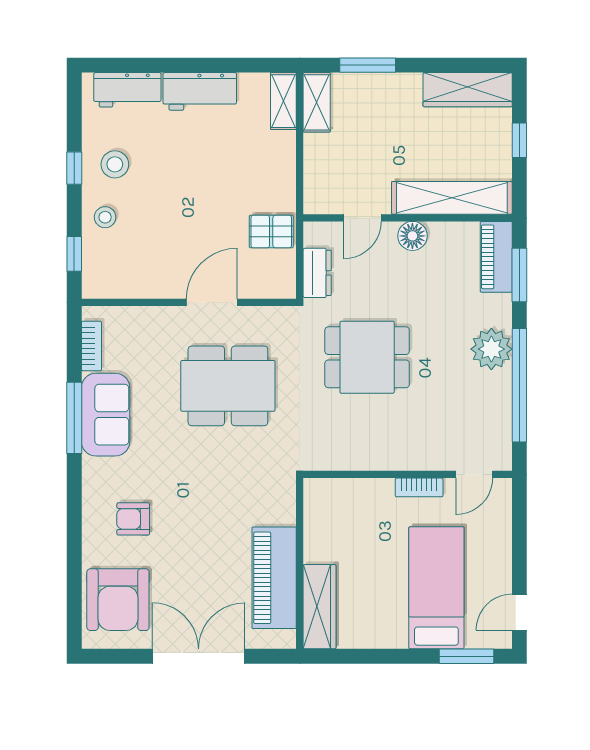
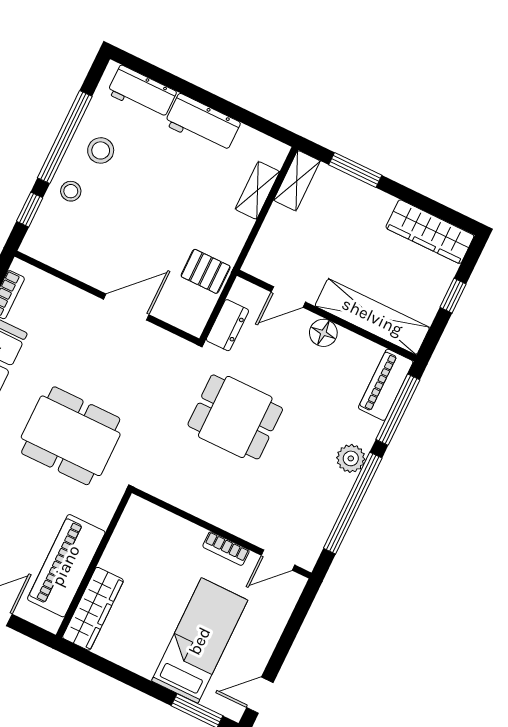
shelving: (283, 101) -> (257, 190), moved
window: (74, 168) -> (65, 137), width x3.17
window: (519, 275) -> (398, 410), width x1.44
plant: (491, 349) -> (351, 458), width x0.73, depth x0.73
dining table: (228, 386) -> (71, 436), moved

